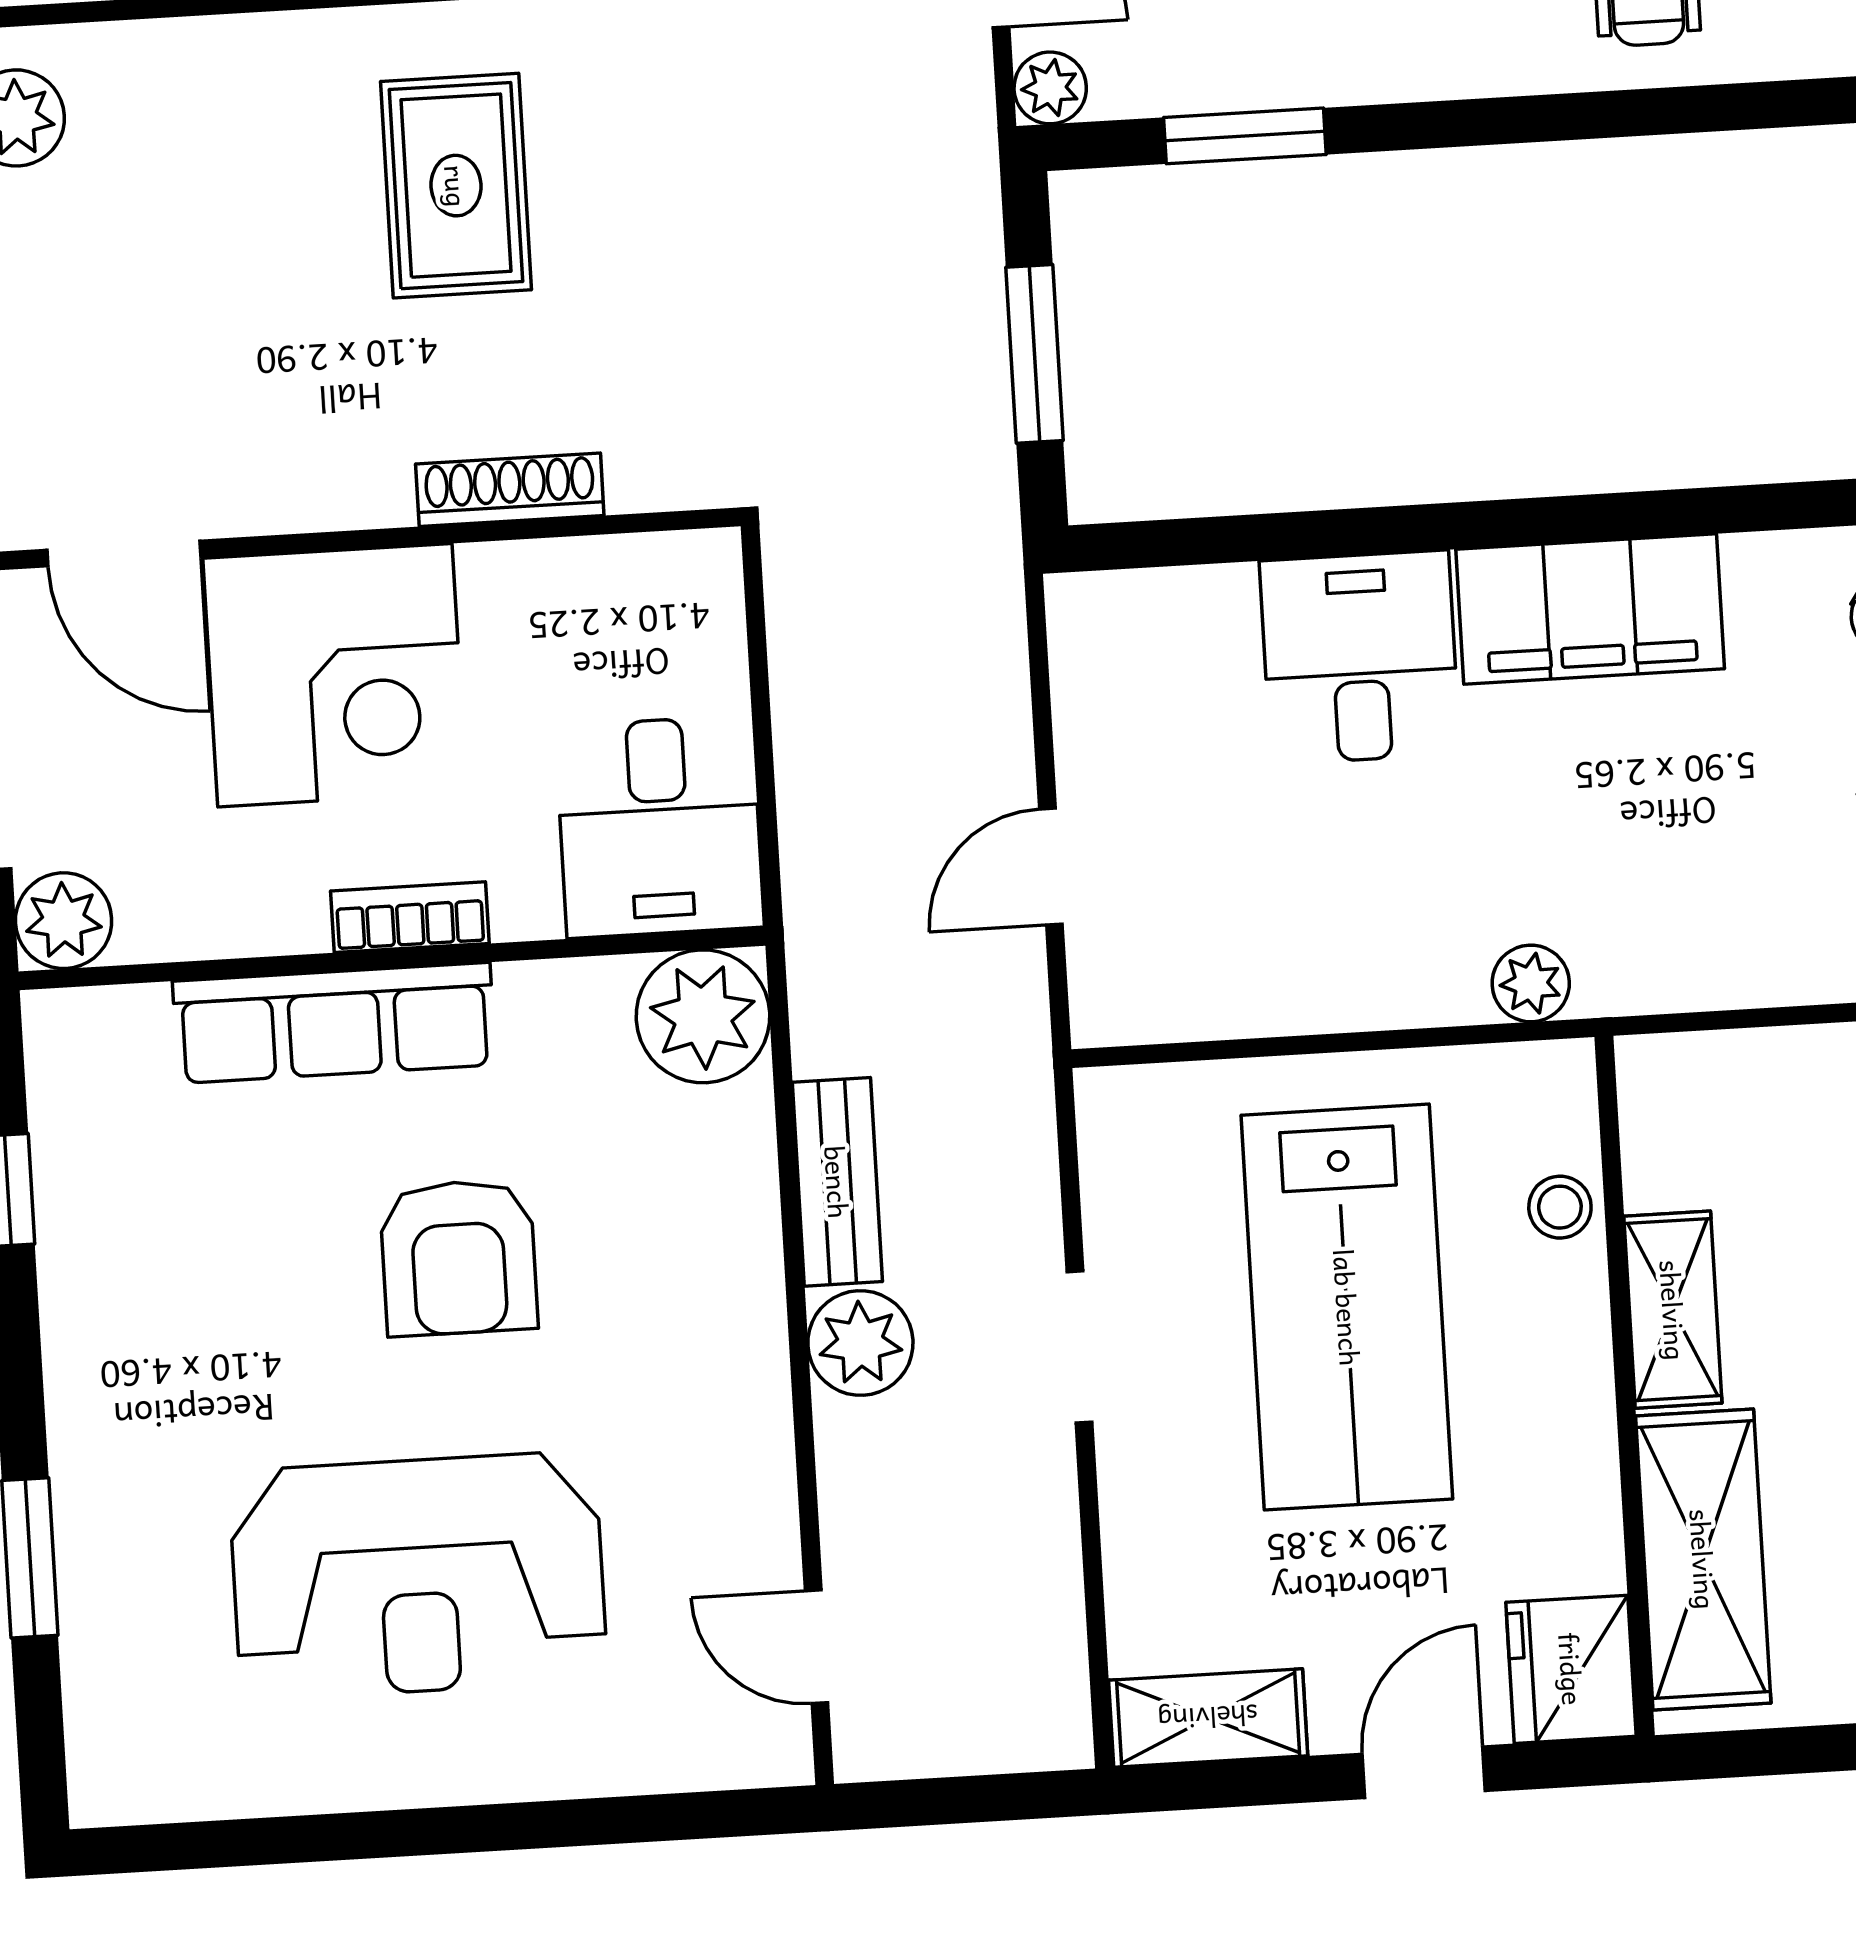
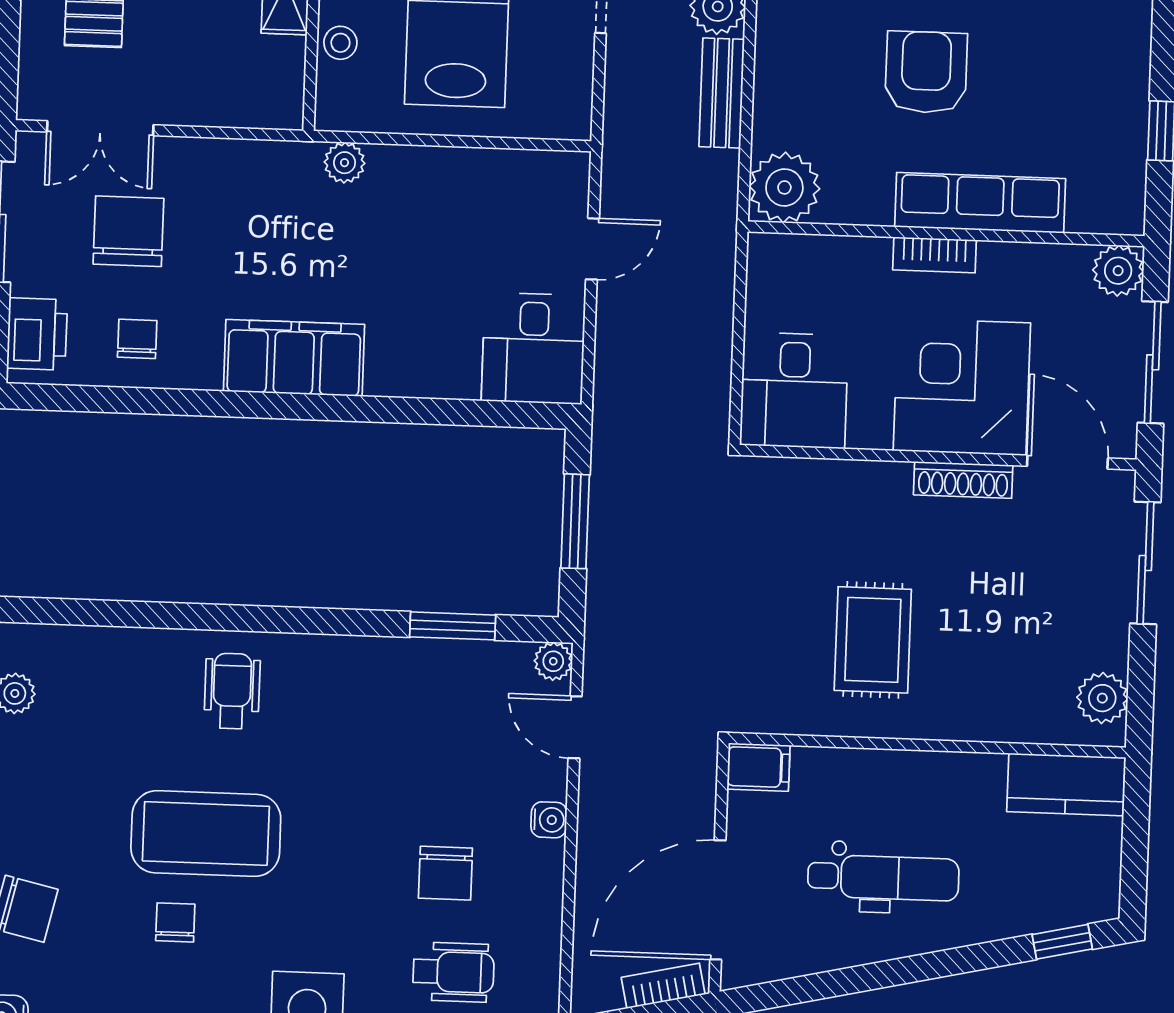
shoe rack: (510, 490) -> (963, 480), moved
desk: (1360, 657) -> (533, 348), moved
desk: (659, 827) -> (794, 390), moved, turned 180

